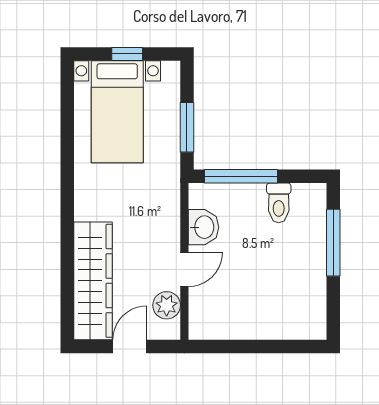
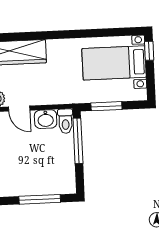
window: (127, 54) -> (149, 51), moved
toilet: (279, 203) -> (65, 121), moved, turned -90

